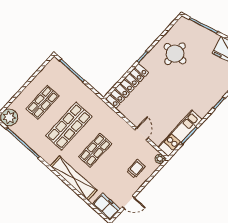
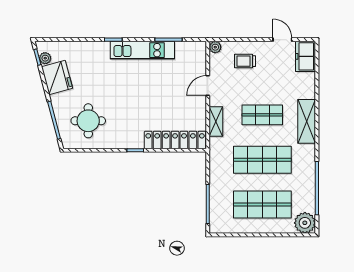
round table: (175, 54) -> (88, 121), moved
shop shelf: (43, 102) -> (262, 204), width x1.43, depth x1.36
shelving: (116, 119) -> (216, 122), added
kitchen unit: (180, 133) -> (142, 50), moved
shelving: (74, 178) -> (307, 121), width x0.68

